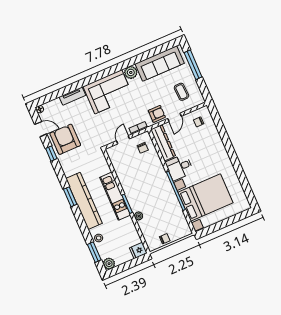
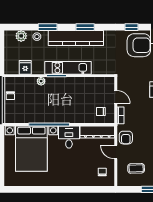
fridge: (138, 251) -> (25, 67), moved
window: (94, 252) -> (48, 27), moved
plant: (109, 264) -> (21, 36), moved

